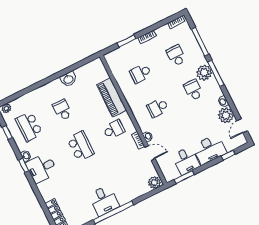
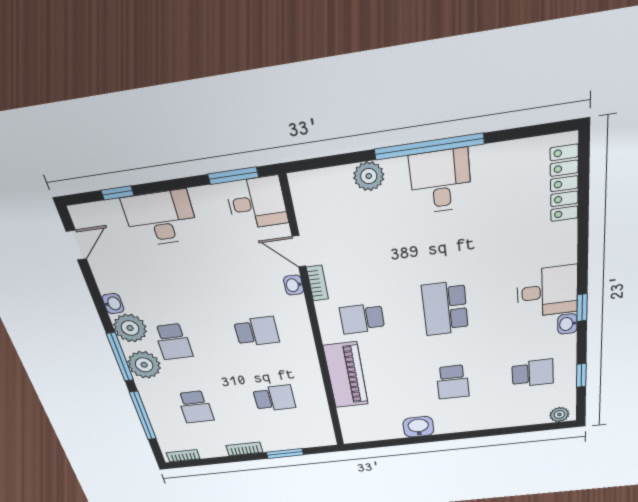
plant: (226, 115) -> (130, 328), moved
school desk: (29, 126) -> (533, 373), width x0.54
desk: (186, 161) -> (257, 203), moved, turned 90
plant: (154, 183) -> (369, 176), moved

